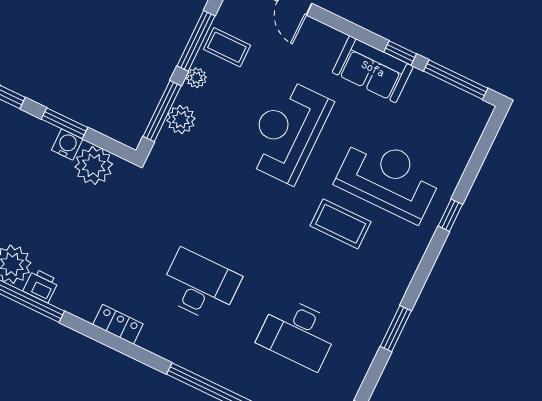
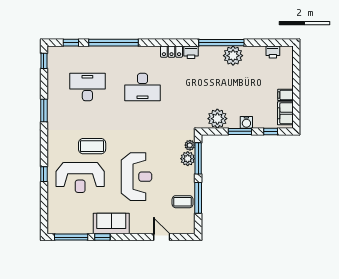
plant: (196, 78) -> (190, 145), moved
water cooler: (67, 145) -> (246, 122), moved
printer: (41, 286) -> (191, 52), moved

